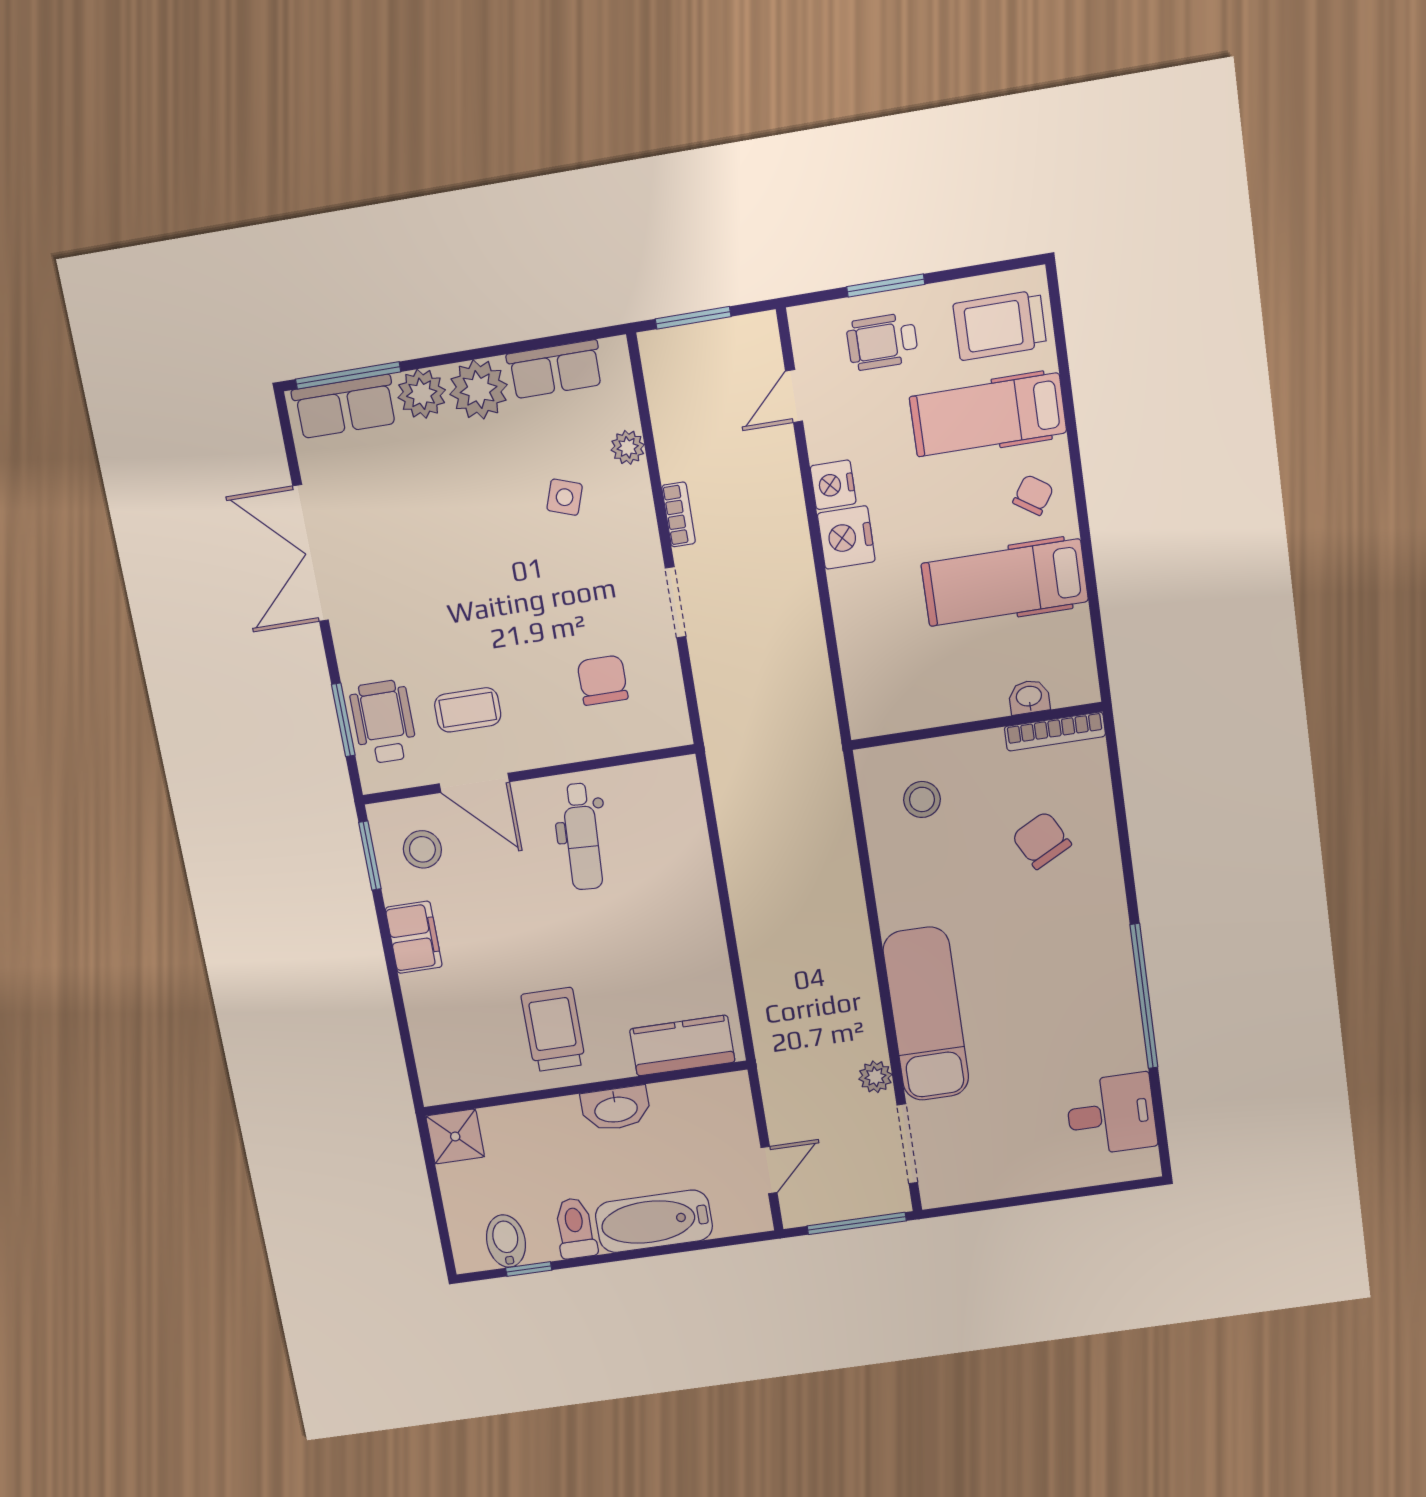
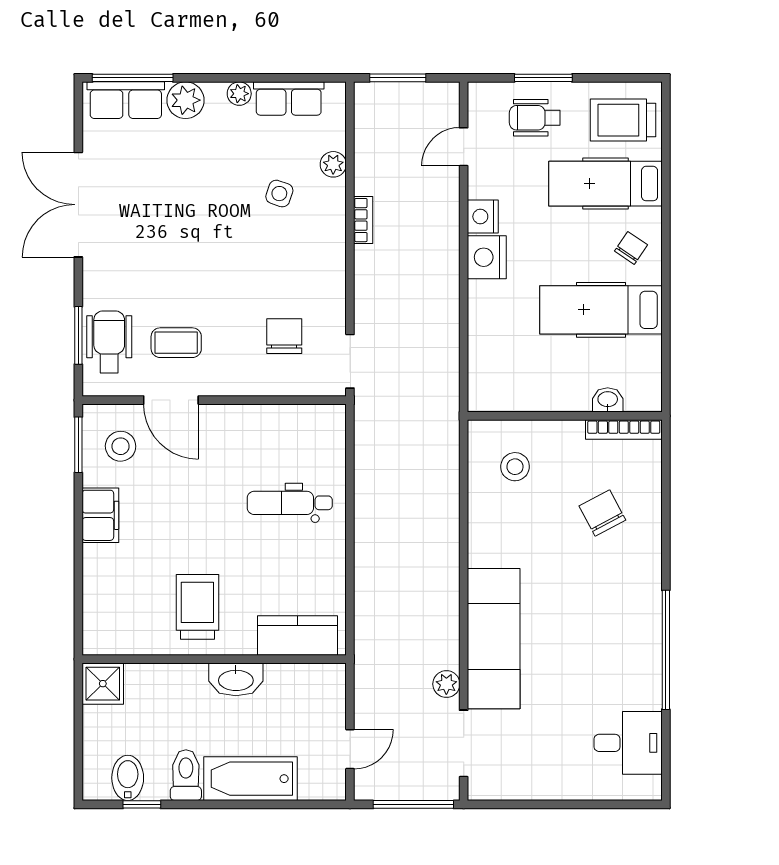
plant: (479, 390) -> (239, 94), width x0.53, depth x0.53
doorway: (675, 602) -> (350, 361), moved
dental chair: (582, 837) -> (290, 503), moved, turned 87

